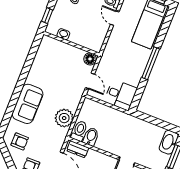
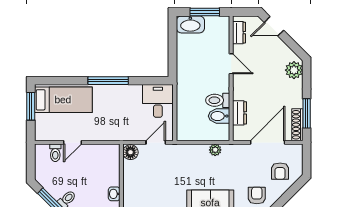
plant: (64, 118) -> (215, 150), width x0.53, depth x0.53
toilet: (79, 131) -> (218, 100), moved
dresser: (78, 149) -> (240, 113), moved

